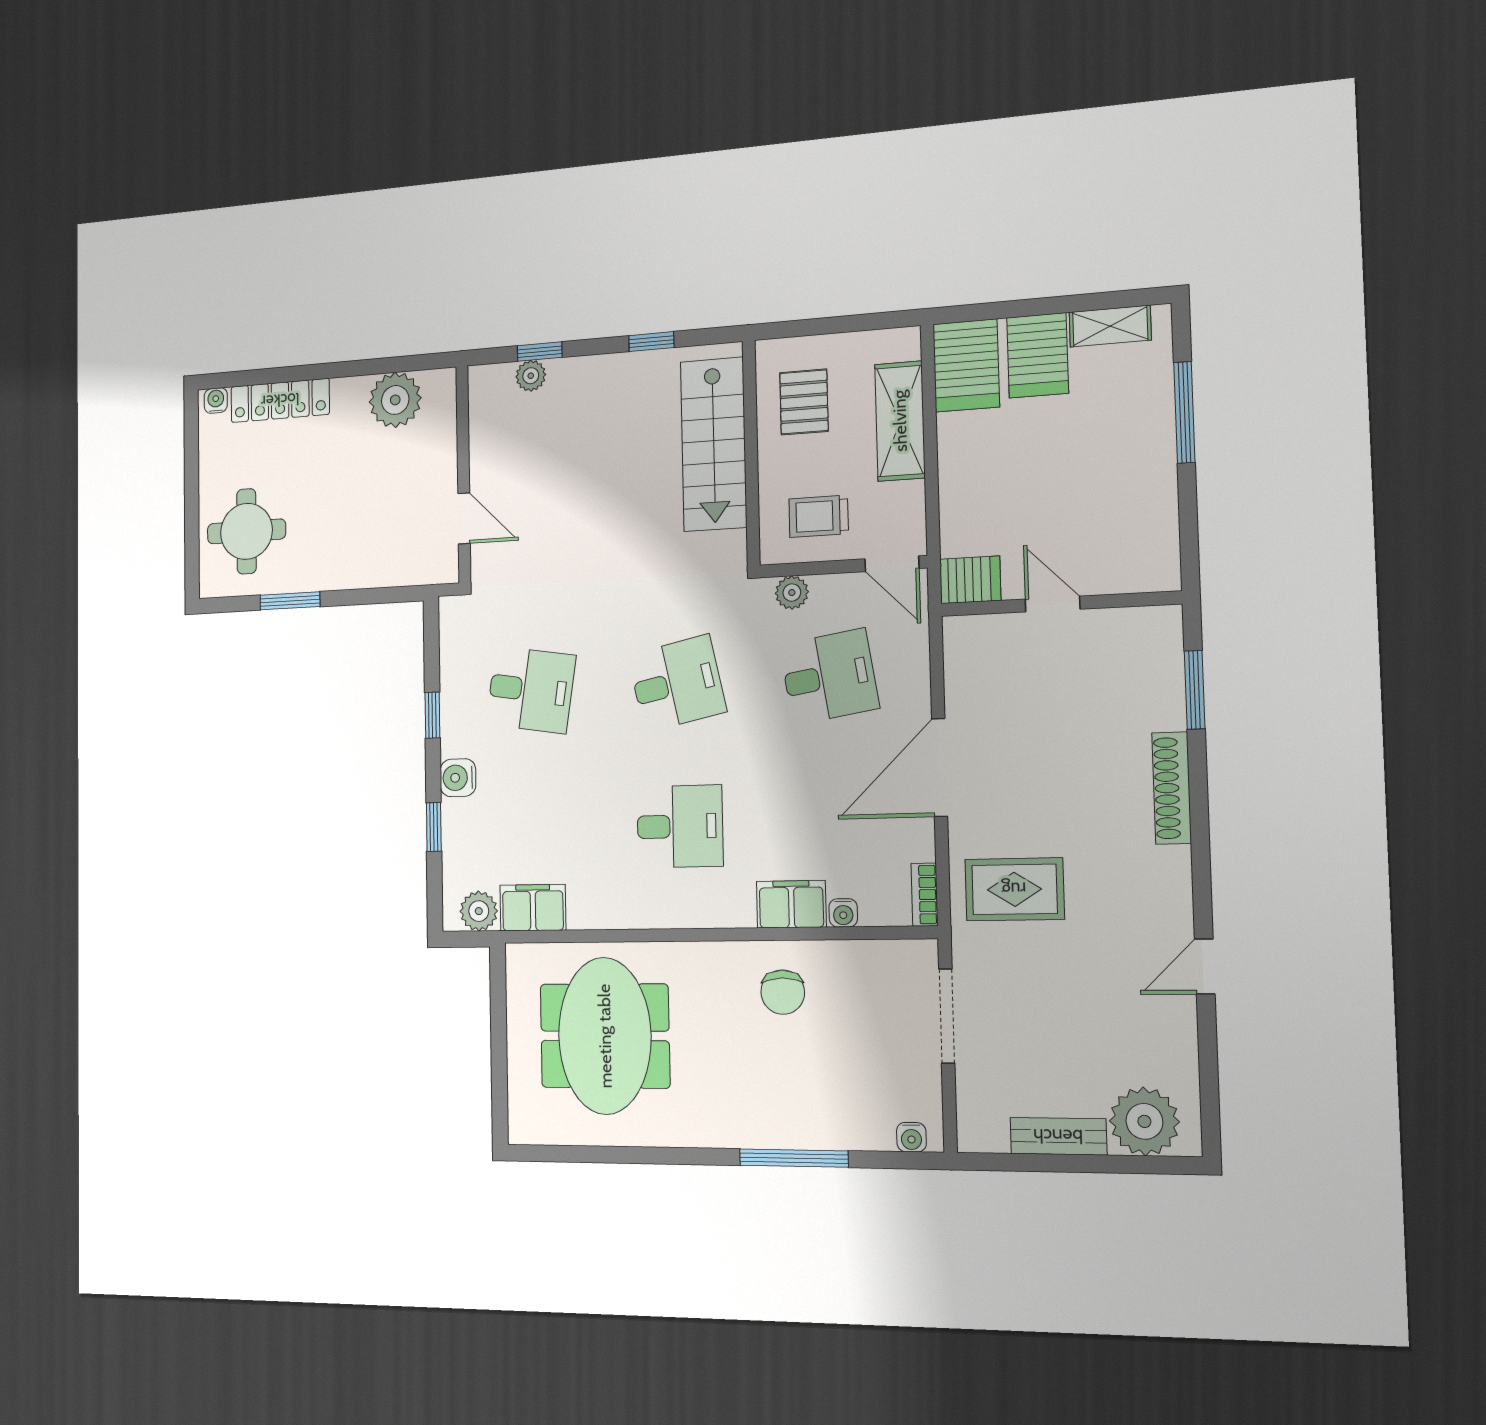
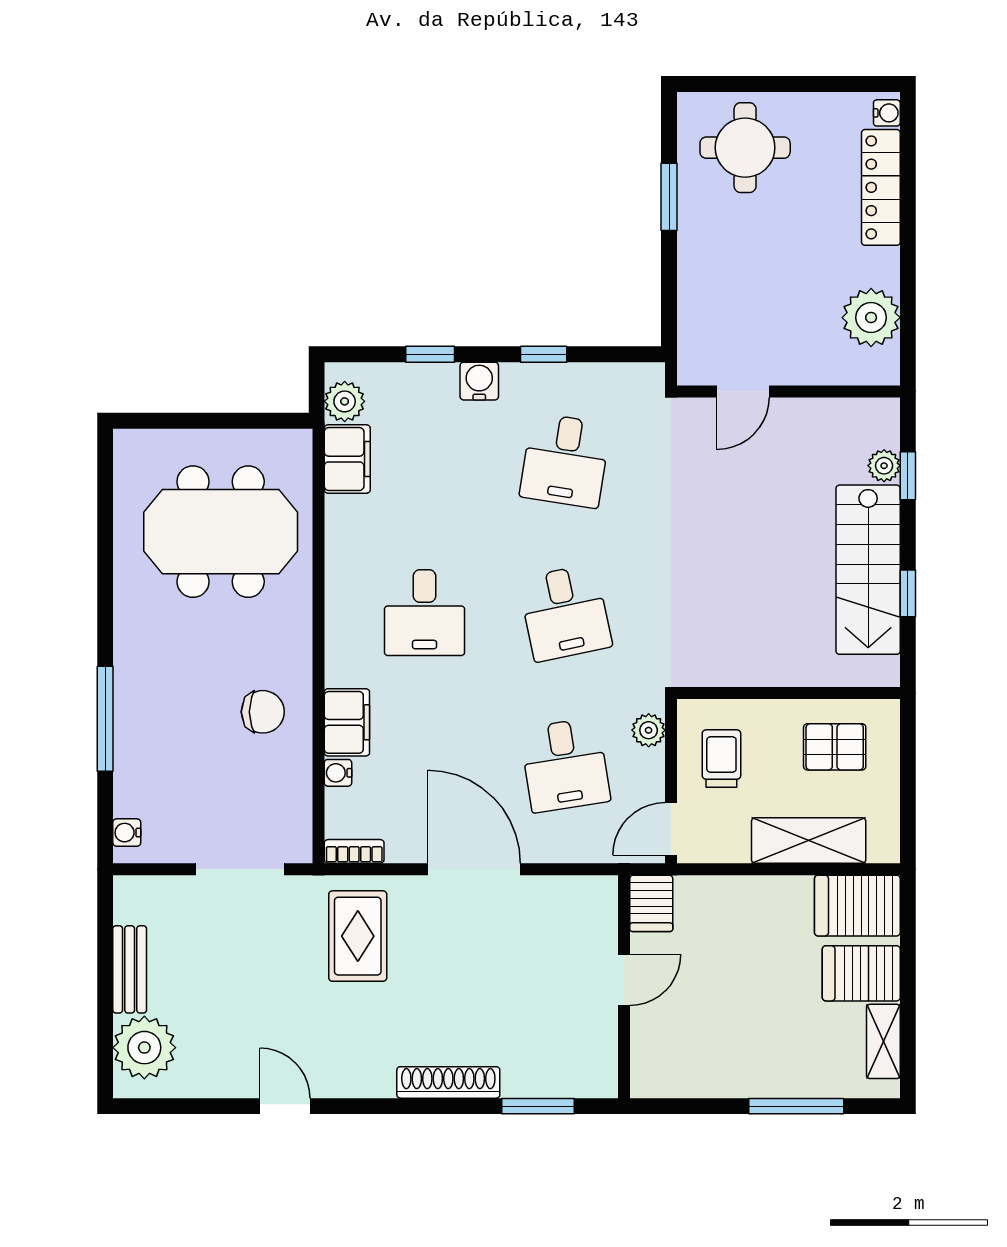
stairs: (714, 444) -> (868, 570), moved, turned -90
chair: (783, 992) -> (263, 712), turned 180

